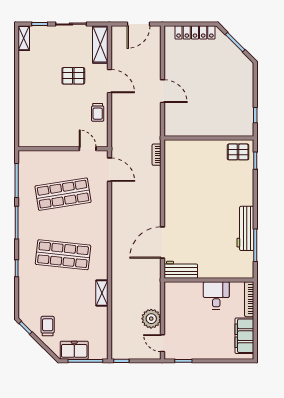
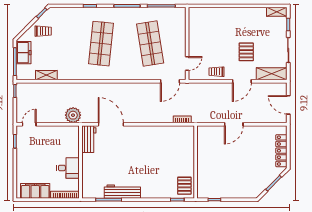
shelving: (102, 293) -> (46, 75), moved
plant: (151, 319) -> (73, 115), moved

